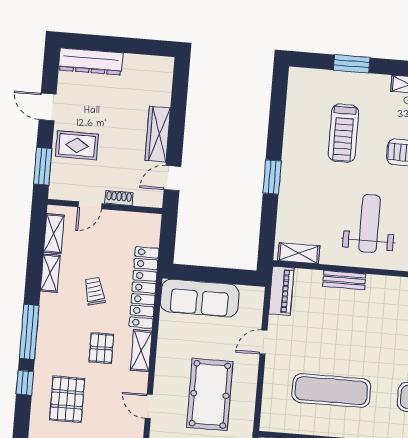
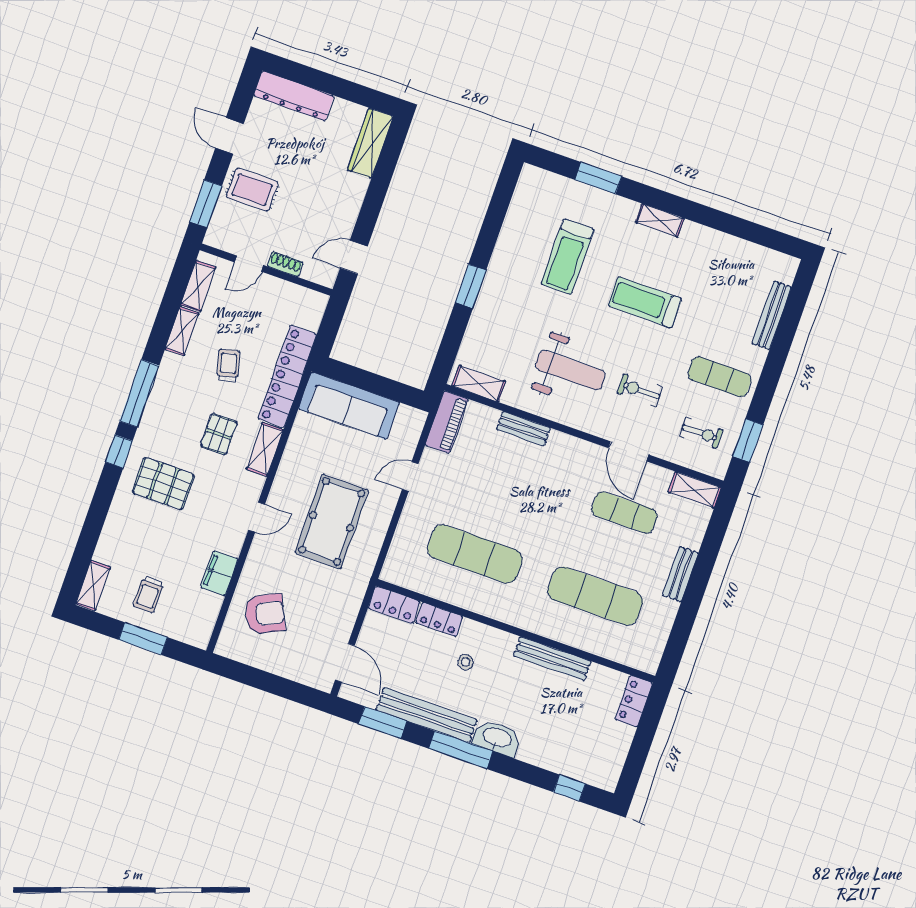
wardrobe: (158, 134) -> (370, 143), moved
weight bench: (370, 223) -> (570, 370), turned 90
pallet: (67, 399) -> (163, 484), turned 90
door: (149, 407) -> (257, 517), swing flipped

